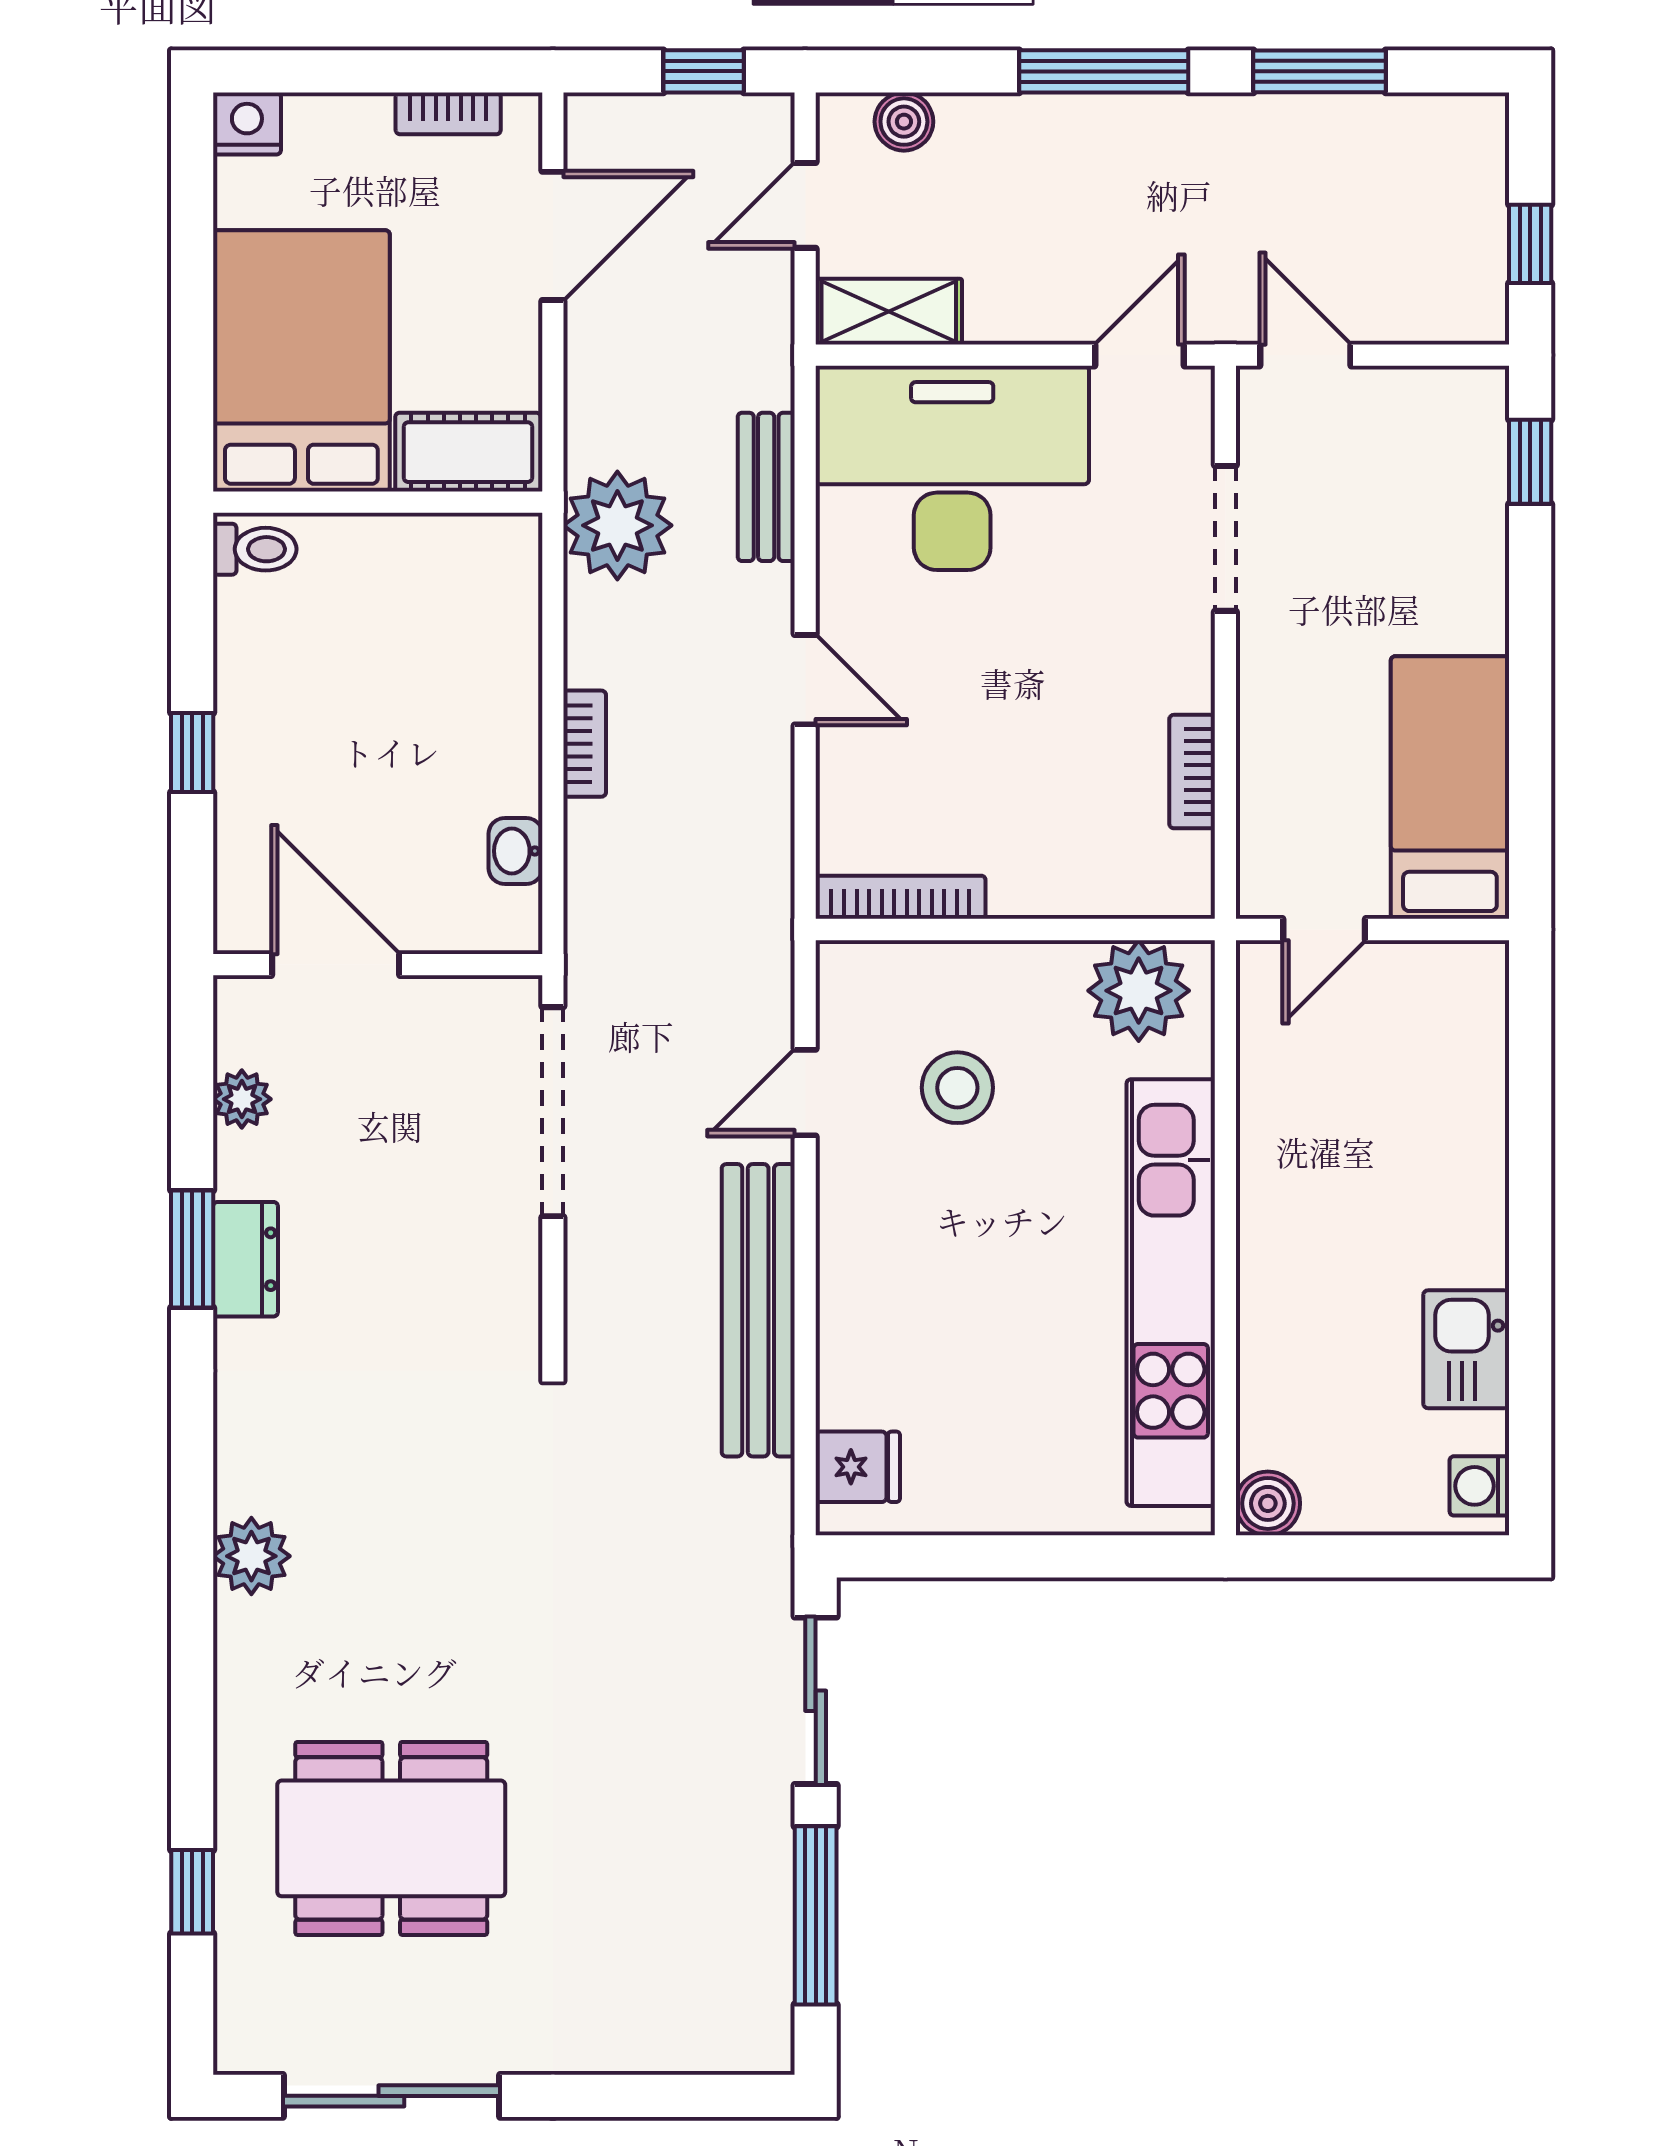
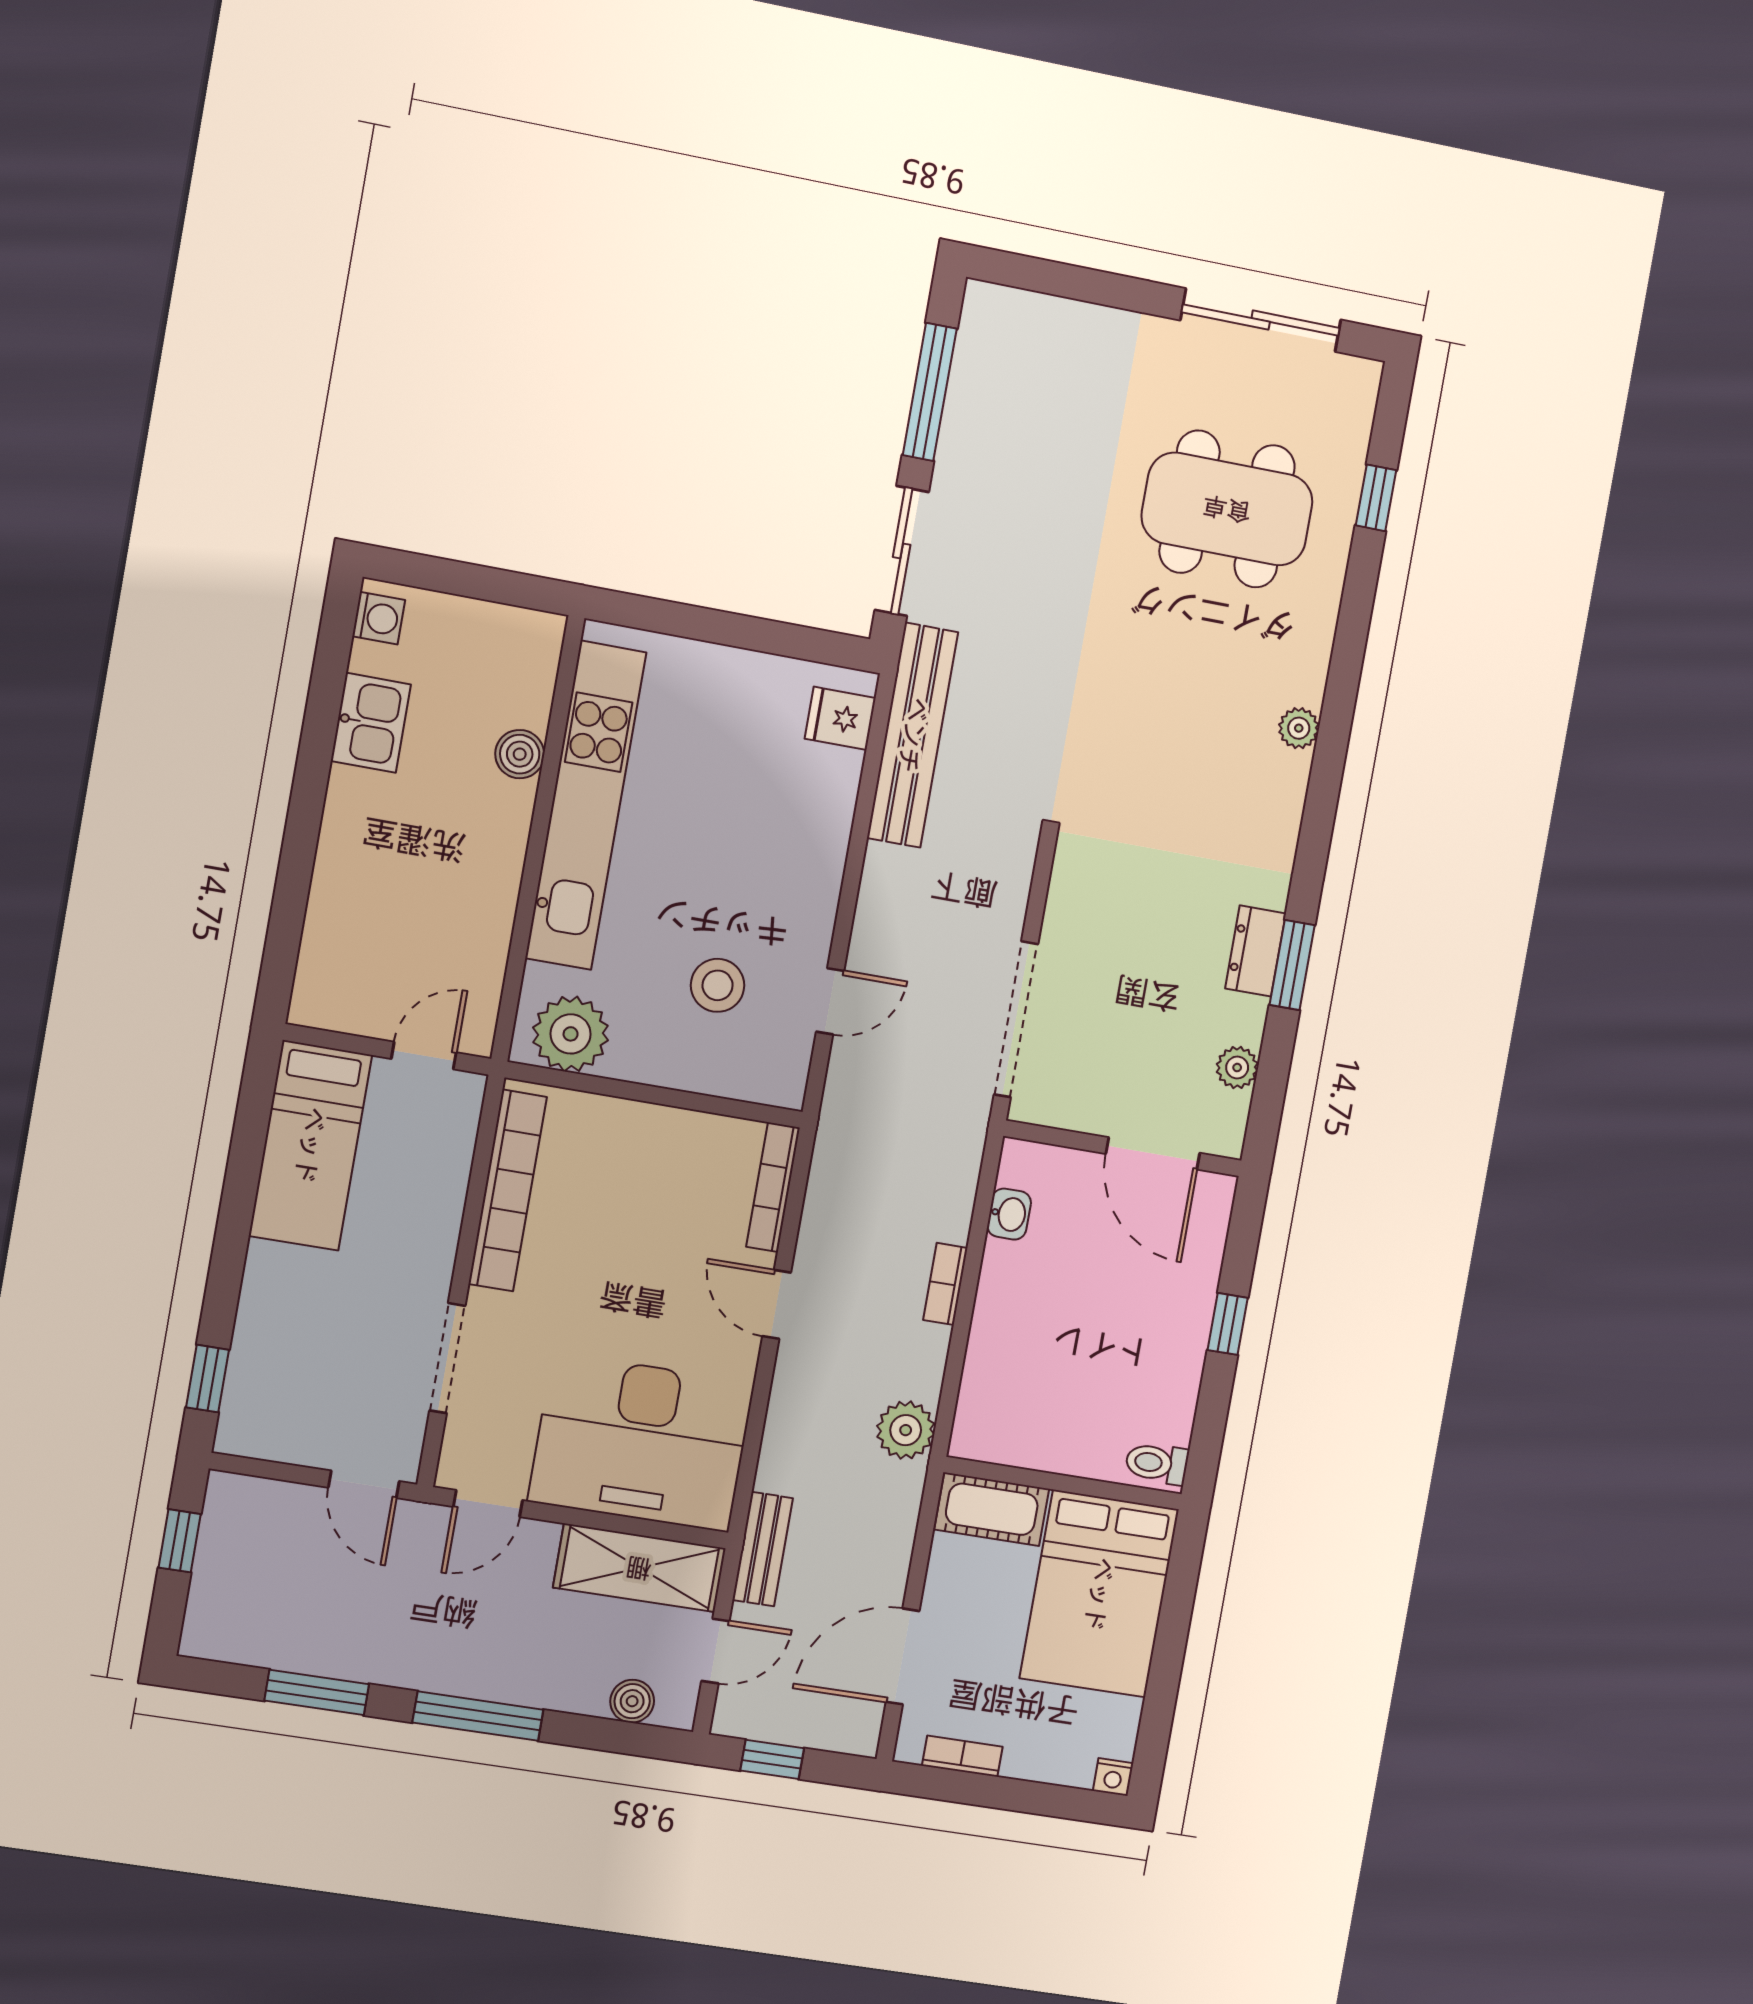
nightstand: (247, 124) -> (1113, 1777), width x0.72, depth x0.74
shelving: (889, 312) -> (639, 1568), width x1.50, depth x1.33
bench: (766, 487) -> (763, 1549), moved
plant: (617, 525) -> (906, 1430), width x0.73, depth x0.73
bookcase: (1192, 772) -> (508, 1190), width x2.31, depth x1.31
bookcase: (900, 897) -> (773, 1187), moved, turned 90
bench: (758, 1310) -> (913, 735), moved
boiler: (1268, 1503) -> (520, 754), moved
plant: (251, 1556) -> (1299, 728), width x0.73, depth x0.73

